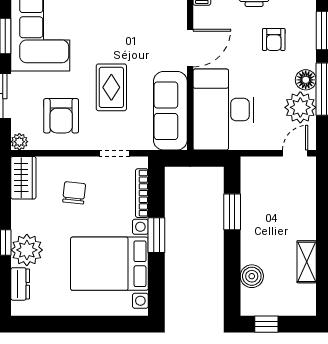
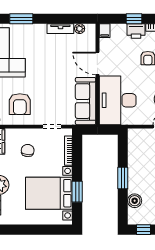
door: (190, 48) -> (97, 63), swing flipped
rug: (111, 87) -> (50, 87), removed
window: (232, 212) -> (123, 178), moved
window: (156, 235) -> (77, 192), moved

